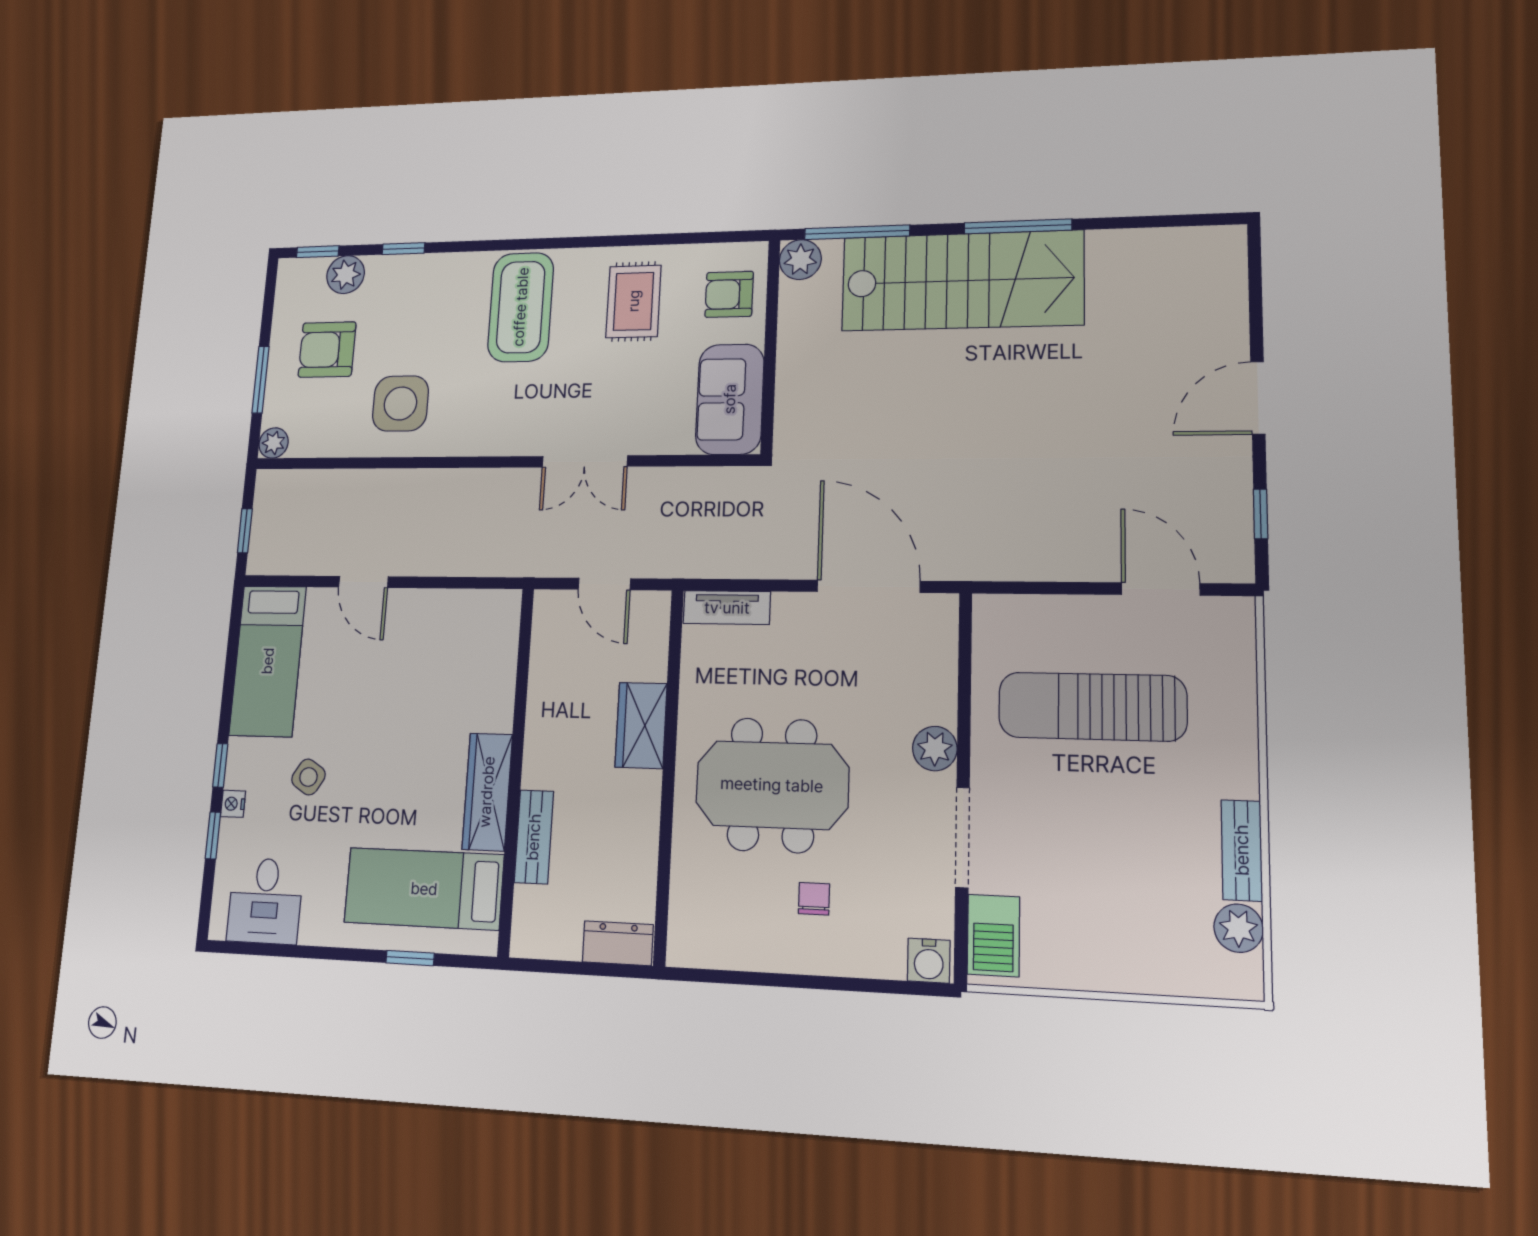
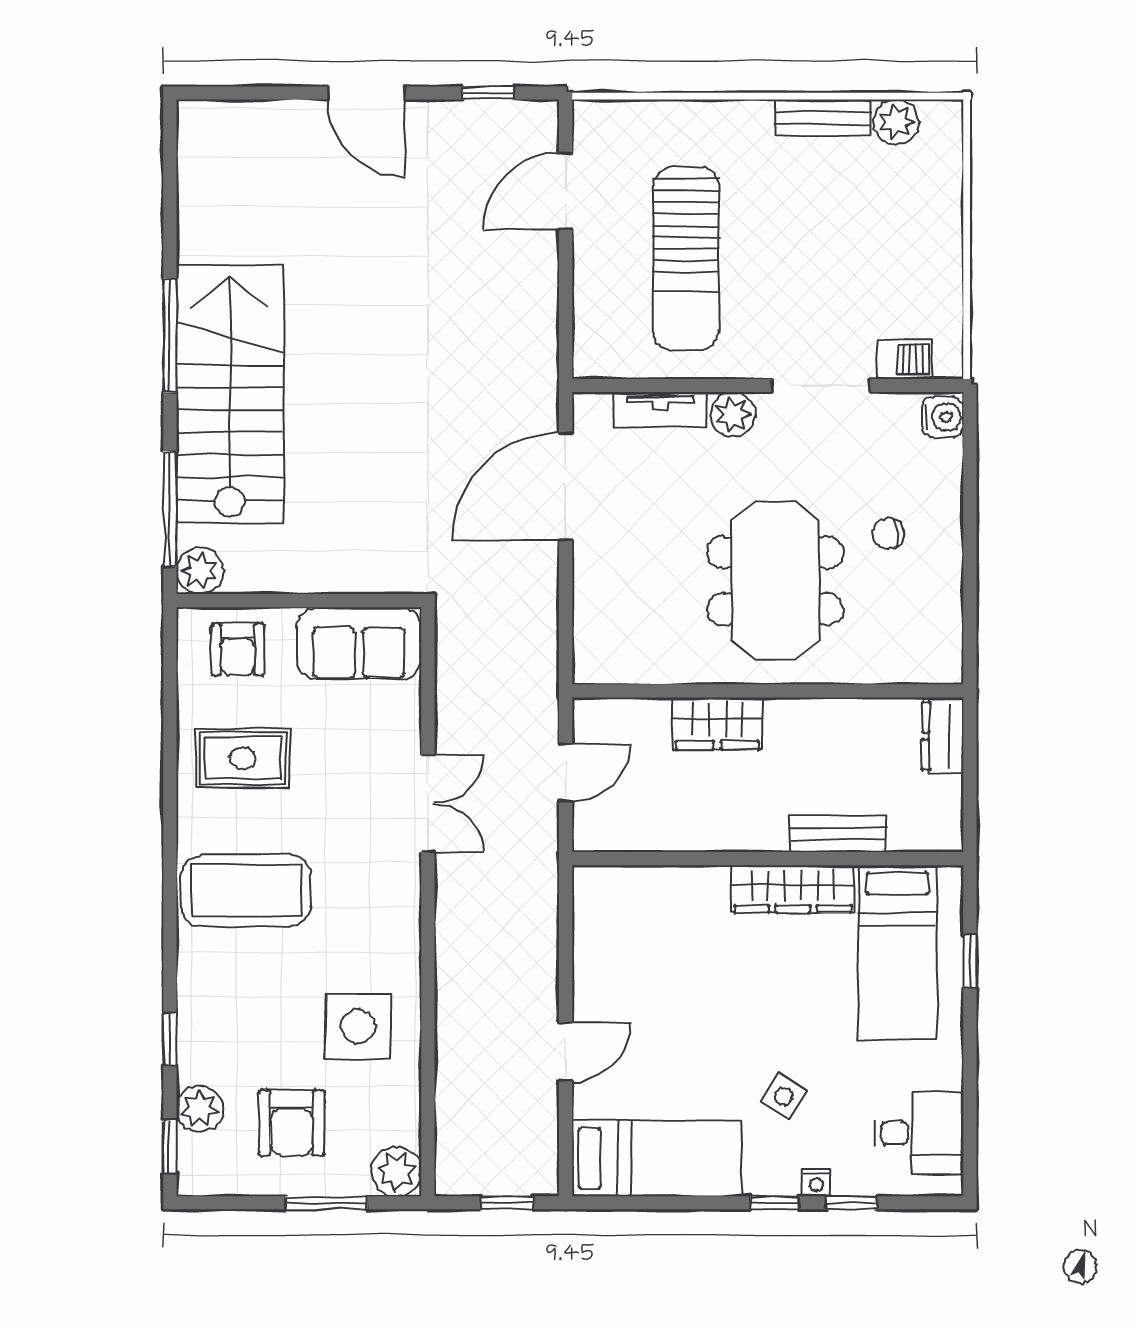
plant: (274, 443) -> (397, 1171), width x1.38, depth x1.38
tv unit: (727, 608) -> (660, 410), moved, turned 90
barbecue: (993, 935) -> (905, 359), width x0.73, depth x0.79

